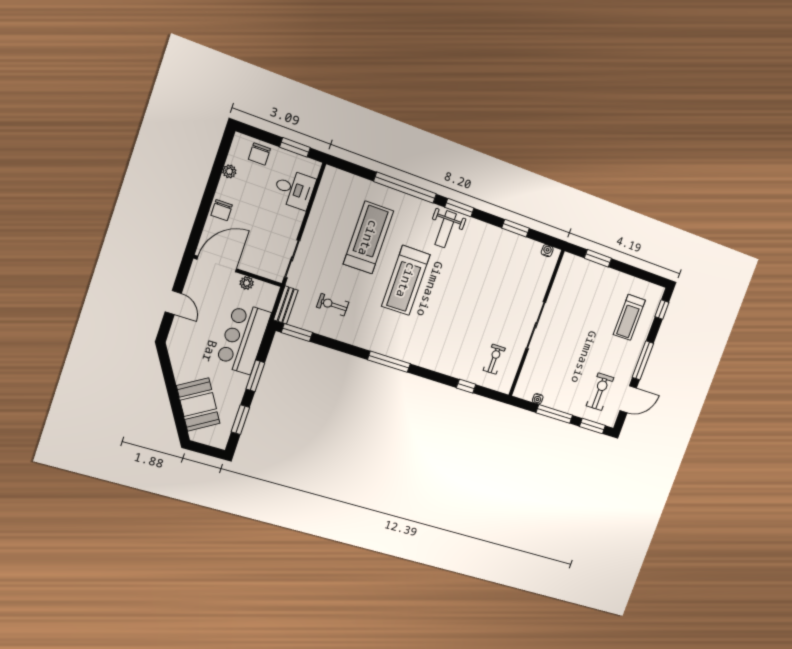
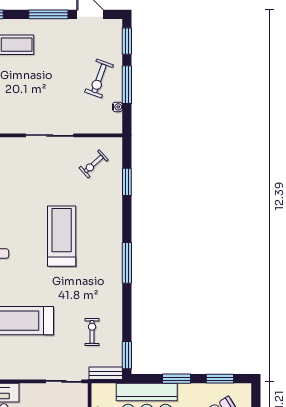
treadmill: (406, 280) -> (62, 236), moved, turned -90
exercise bike: (333, 305) -> (92, 332), turned 180
exercise bike: (494, 359) -> (94, 164), turned -42
window: (466, 386) -> (127, 182), width x1.50
exercise bike: (600, 392) -> (99, 78), moved, turned -70

